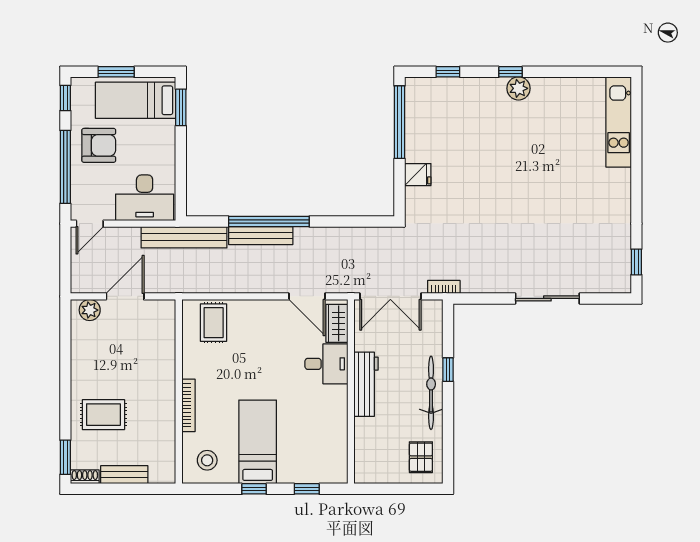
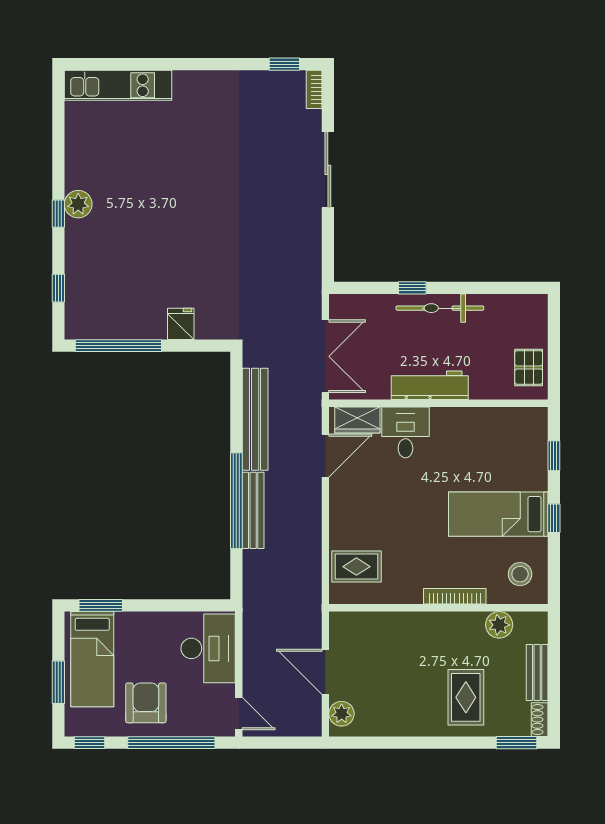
bench: (184, 237) -> (255, 419), moved
bookcase: (444, 287) -> (314, 89), moved
plant: (164, 443) -> (499, 625), added
pallet: (421, 457) -> (529, 367), moved, turned 90

